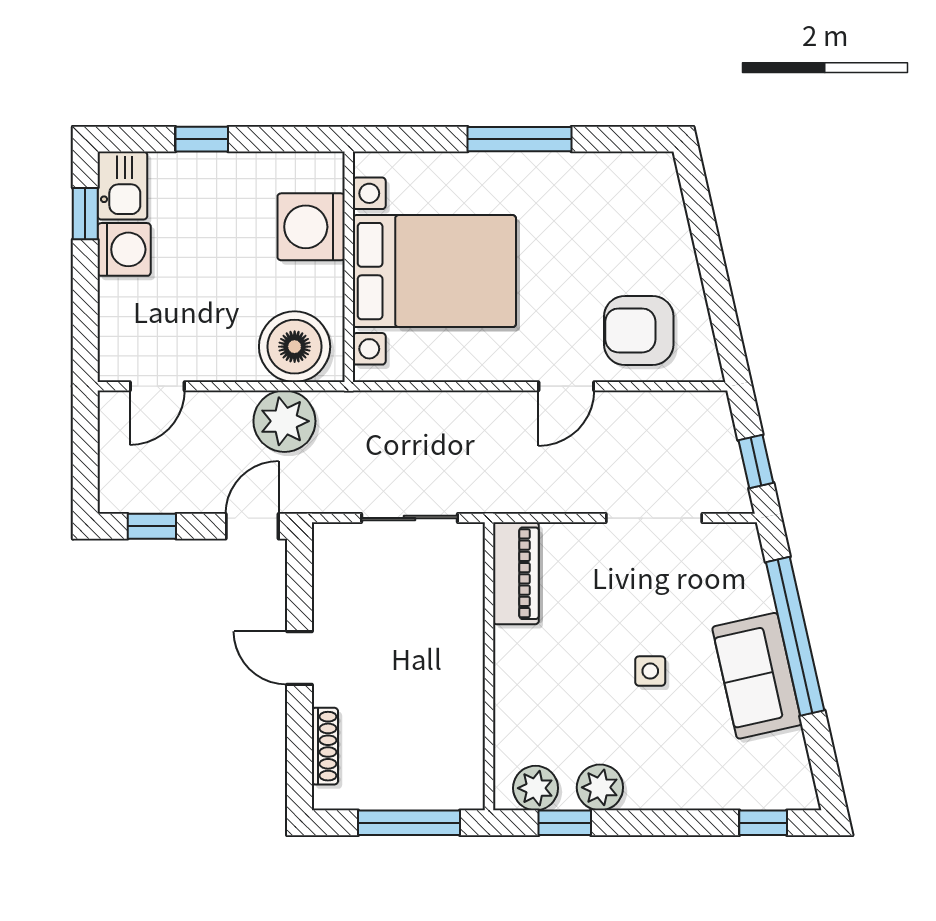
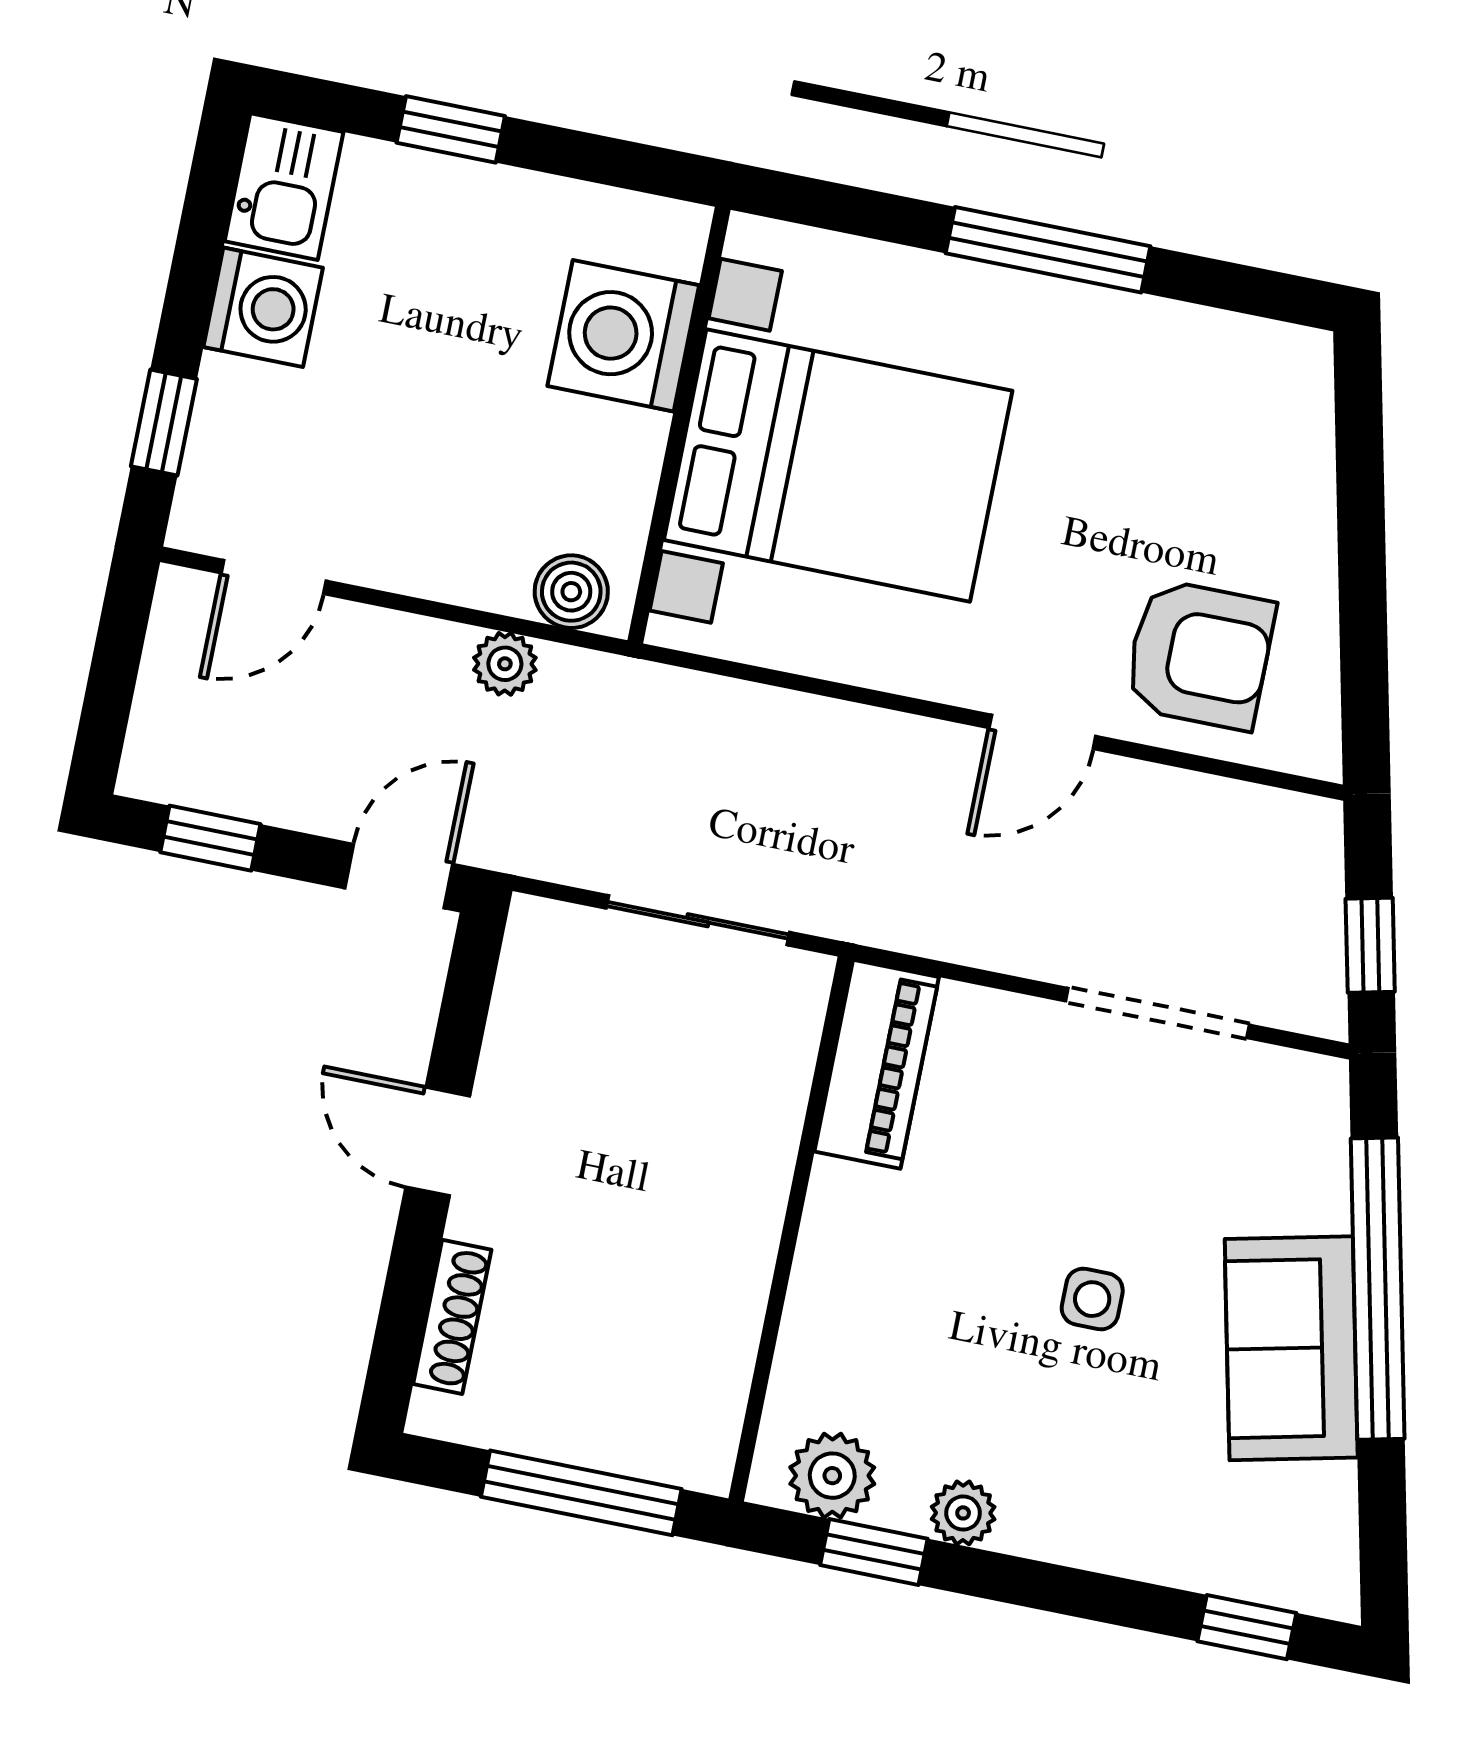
window: (85, 214) -> (164, 423), moved
armchair: (639, 330) -> (1200, 655), turned 180
boiler: (295, 347) -> (571, 592), width x0.54, depth x0.54
plant: (284, 421) -> (505, 664), width x0.53, depth x0.53
plant: (600, 787) -> (963, 1513), width x0.73, depth x0.73

